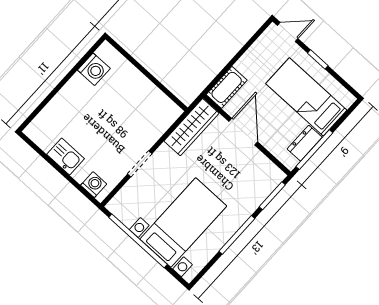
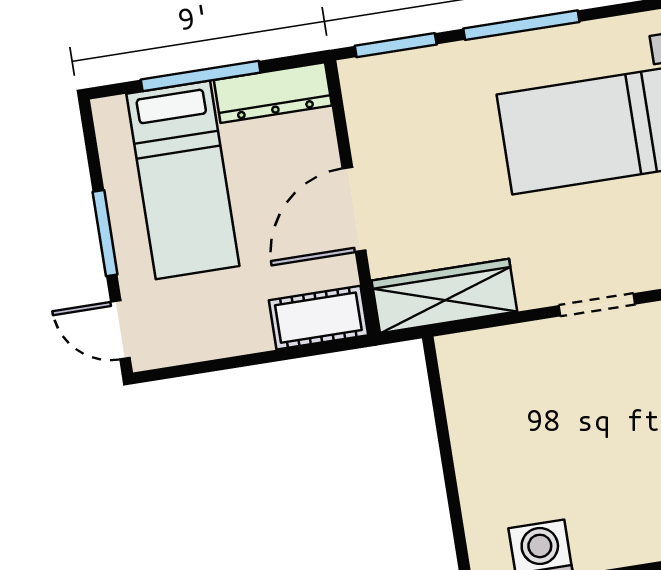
window: (318, 59) -> (105, 233), width x1.50
dresser: (305, 143) -> (273, 93), width x1.44
window: (314, 150) -> (201, 76), moved

